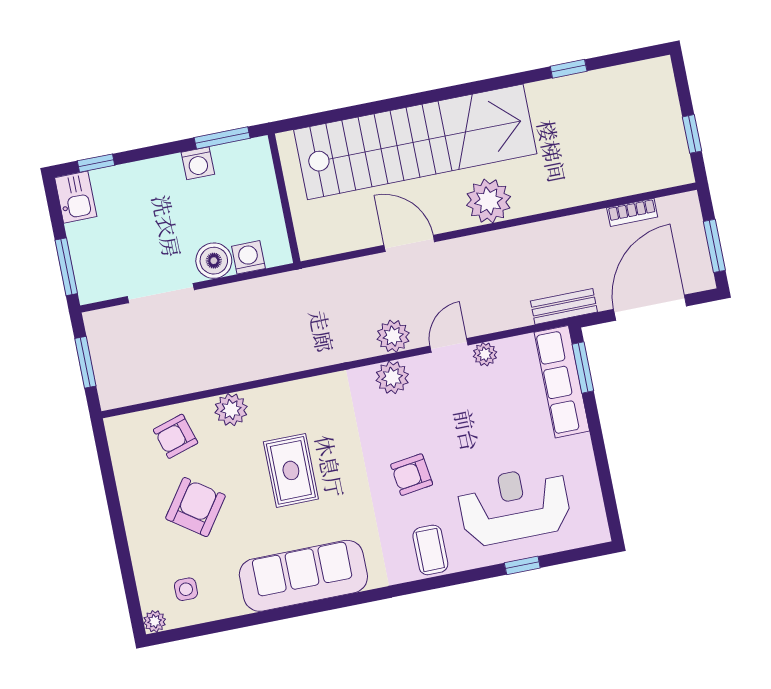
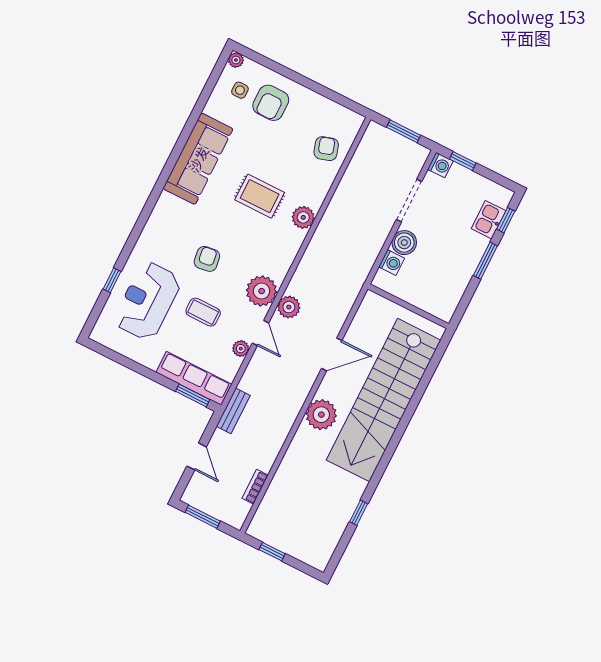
window: (222, 138) -> (485, 261), moved
washing machine: (198, 163) -> (440, 165), moved, turned 180
kitchen sink: (76, 197) -> (489, 220), moved, turned 90
window: (66, 267) -> (463, 161), width x0.67
door: (650, 308) -> (197, 456), width x0.53
plant: (392, 377) -> (262, 291), width x1.36, depth x1.36
plant: (231, 410) -> (303, 217), moved
reception desk: (514, 506) -> (147, 301), turned 180
armchair: (195, 507) -> (271, 103), moved, turned 55
coffee table: (430, 550) -> (203, 312), moved

